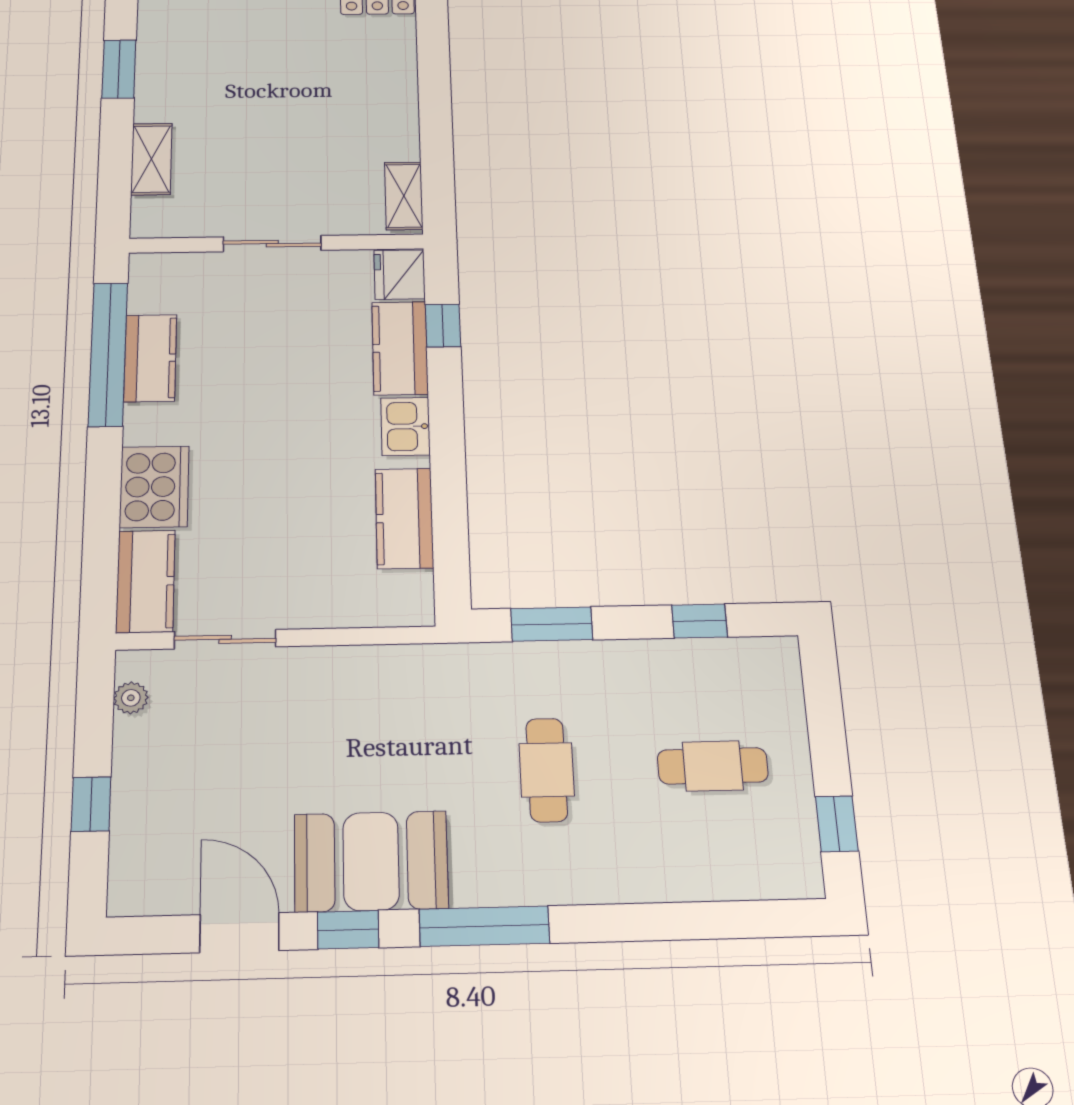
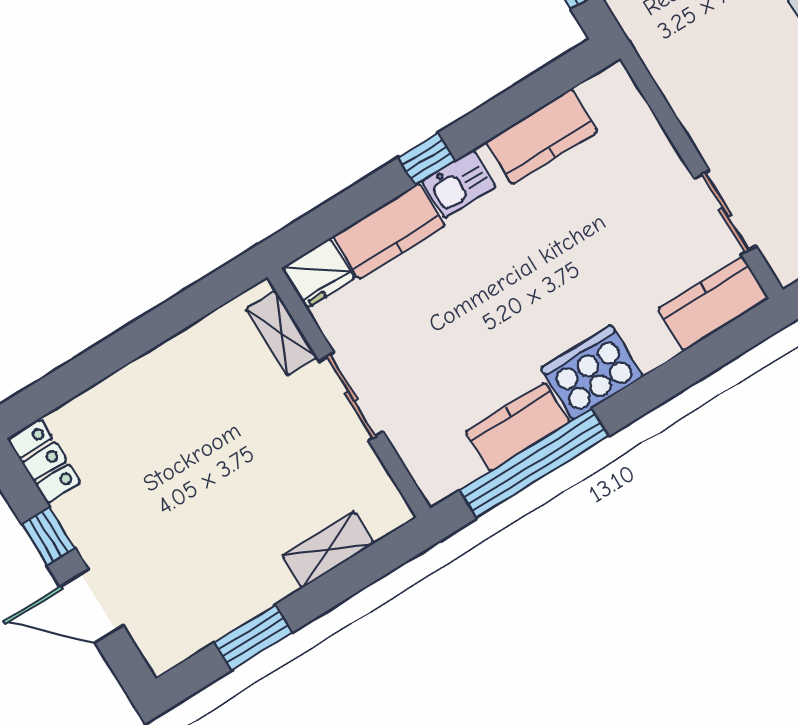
shelving: (404, 196) -> (282, 333), moved, turned 90
window: (443, 325) -> (427, 159), moved
cooker: (154, 487) -> (592, 373), moved

